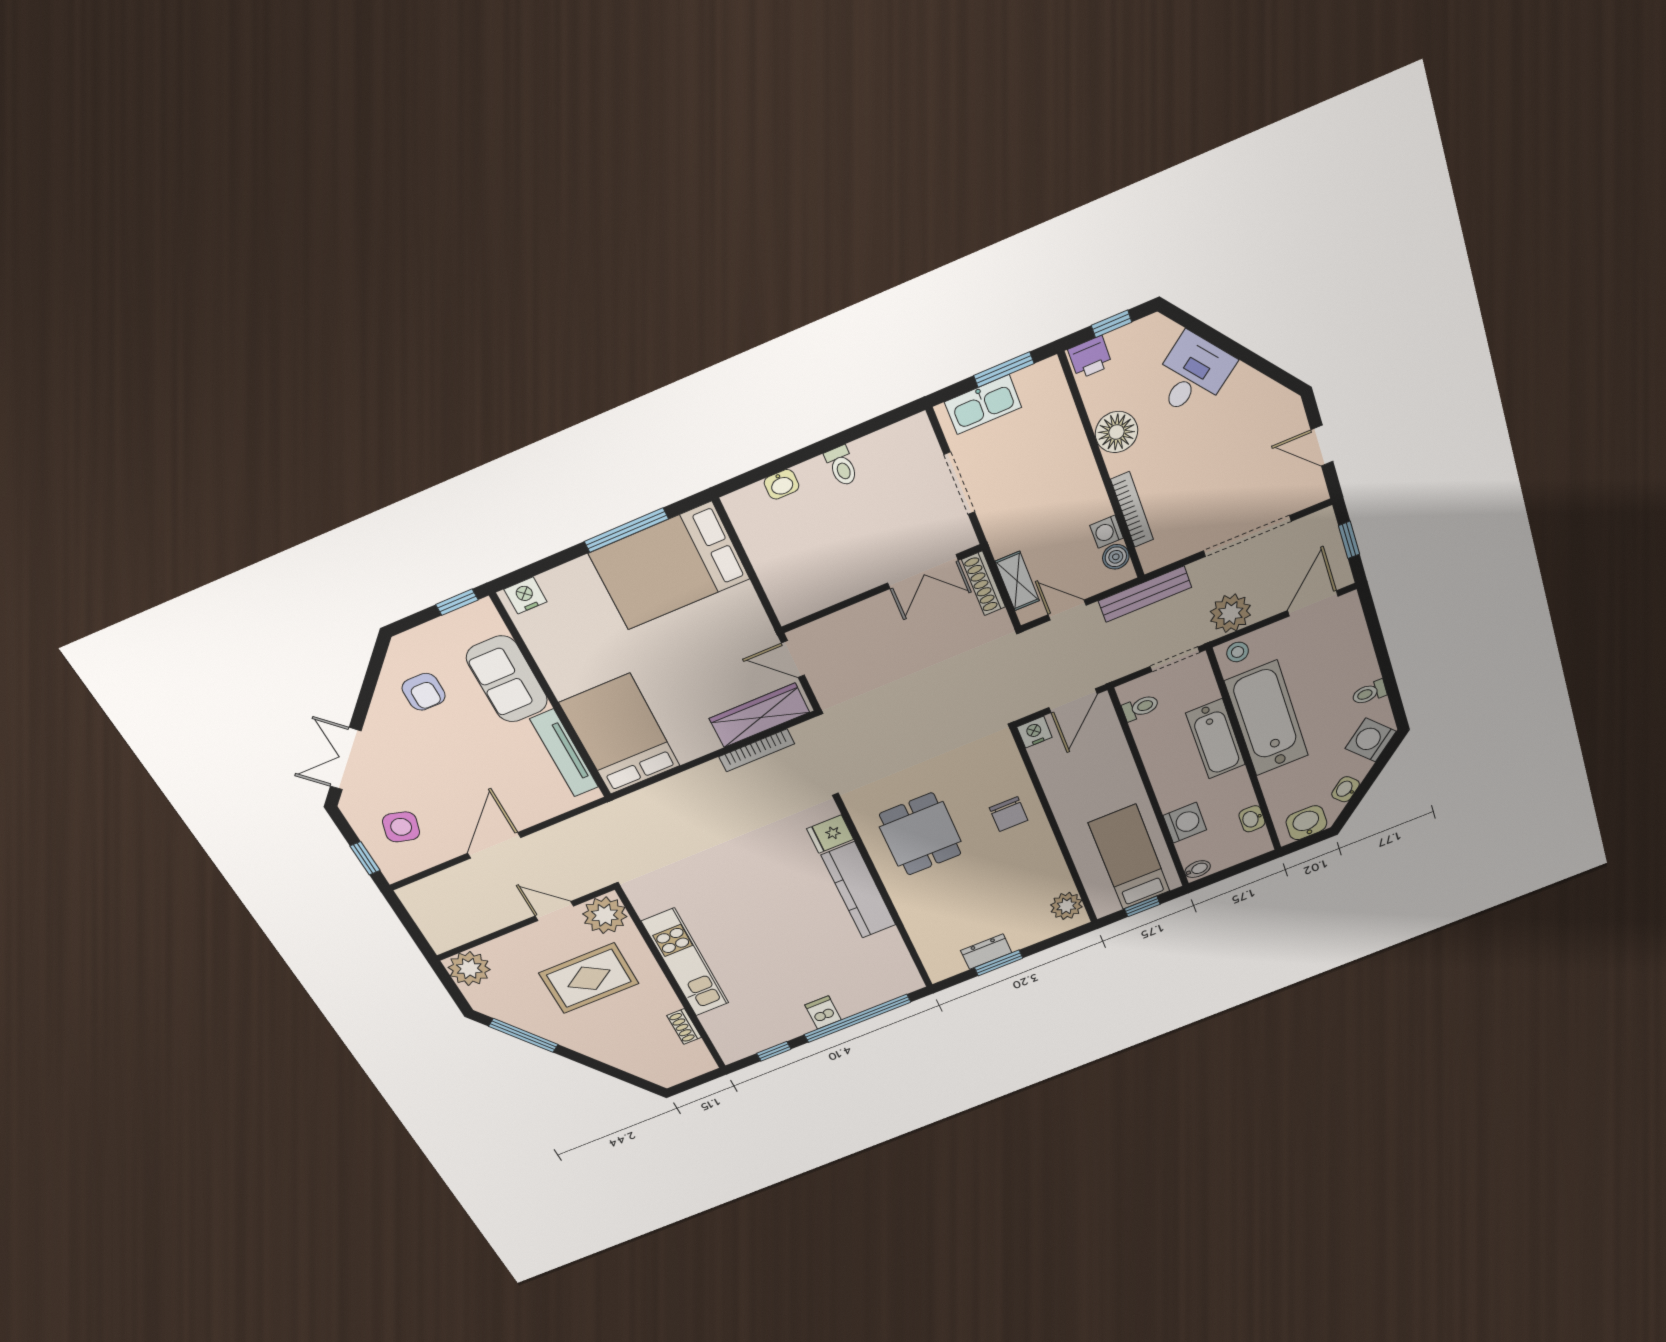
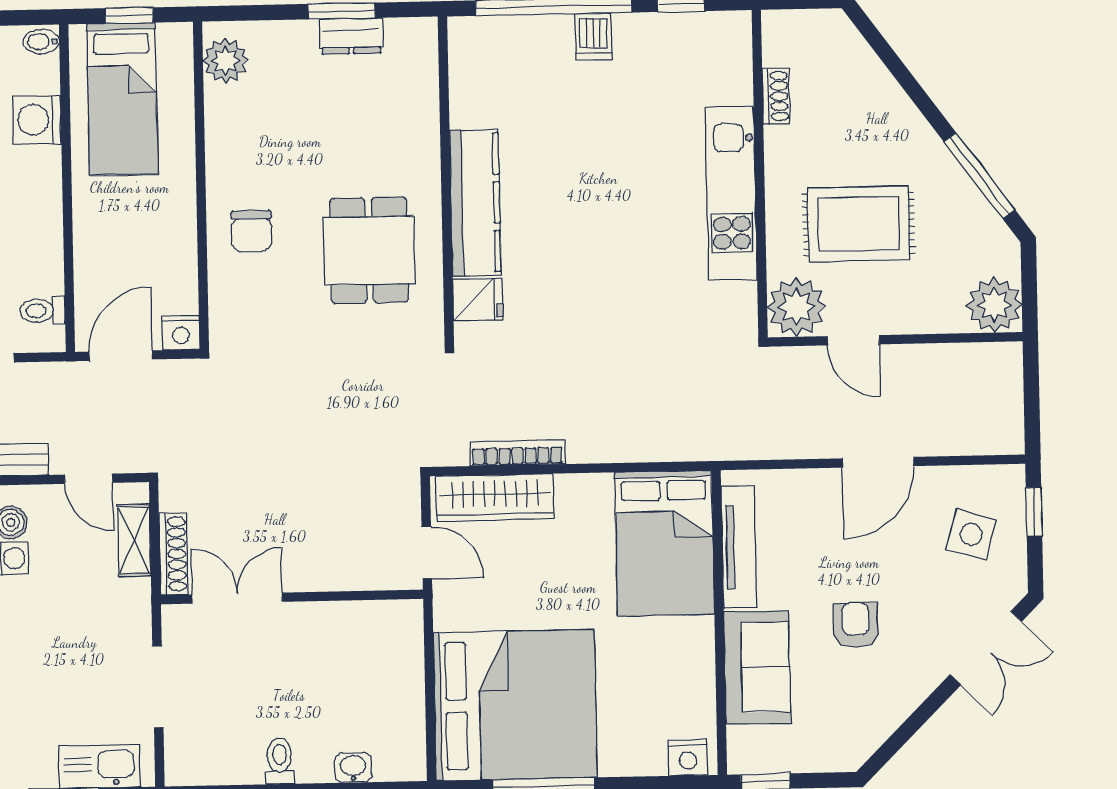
bed: (670, 566) -> (515, 705), width x1.36
armchair: (424, 692) -> (856, 625), moved
chair: (1009, 814) -> (251, 231), turned 180

